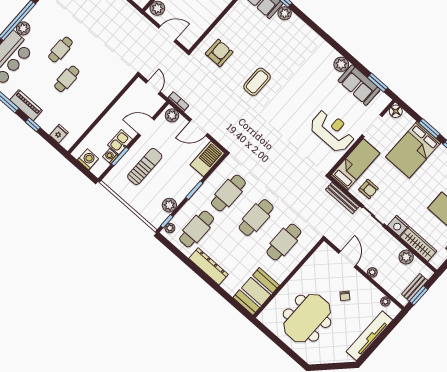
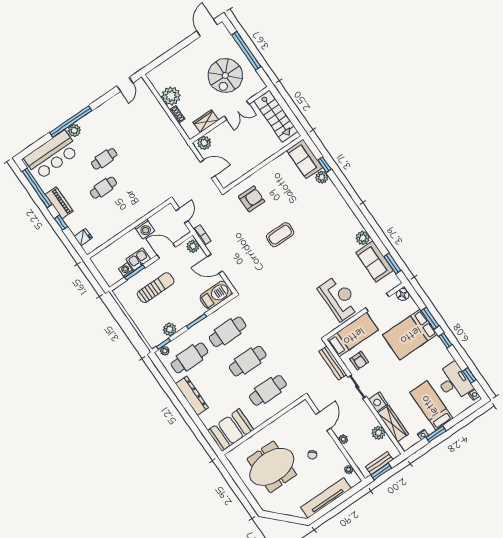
washing machine: (88, 159) -> (145, 229), moved, turned 90

